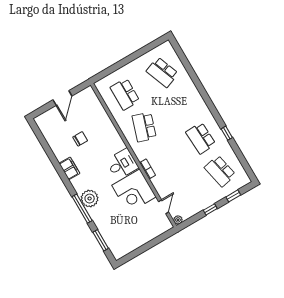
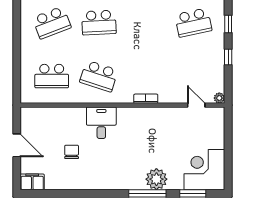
school desk: (201, 138) -> (99, 23), moved
desk: (122, 164) -> (101, 123), moved
filing cabinet: (69, 168) -> (32, 182), moved
corner desk: (134, 191) -> (204, 170), moved, turned 180
plant: (90, 199) -> (156, 179), moved

